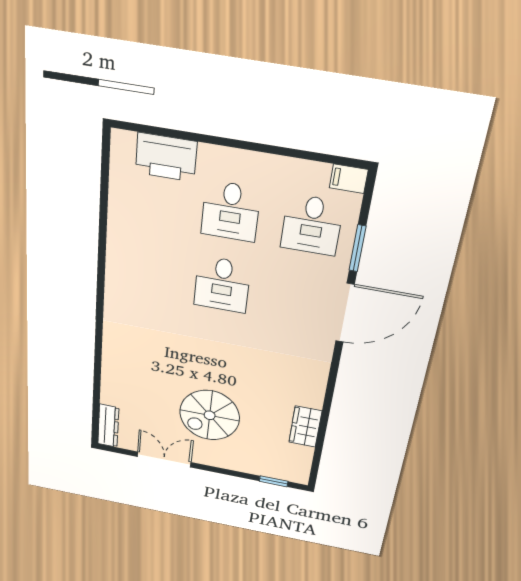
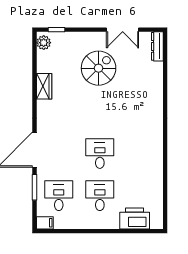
wardrobe: (305, 427) -> (44, 86), moved
plant: (298, 468) -> (44, 43), added

